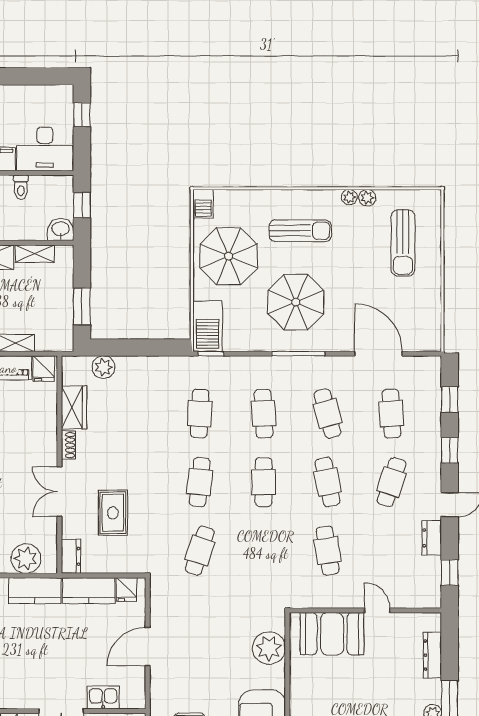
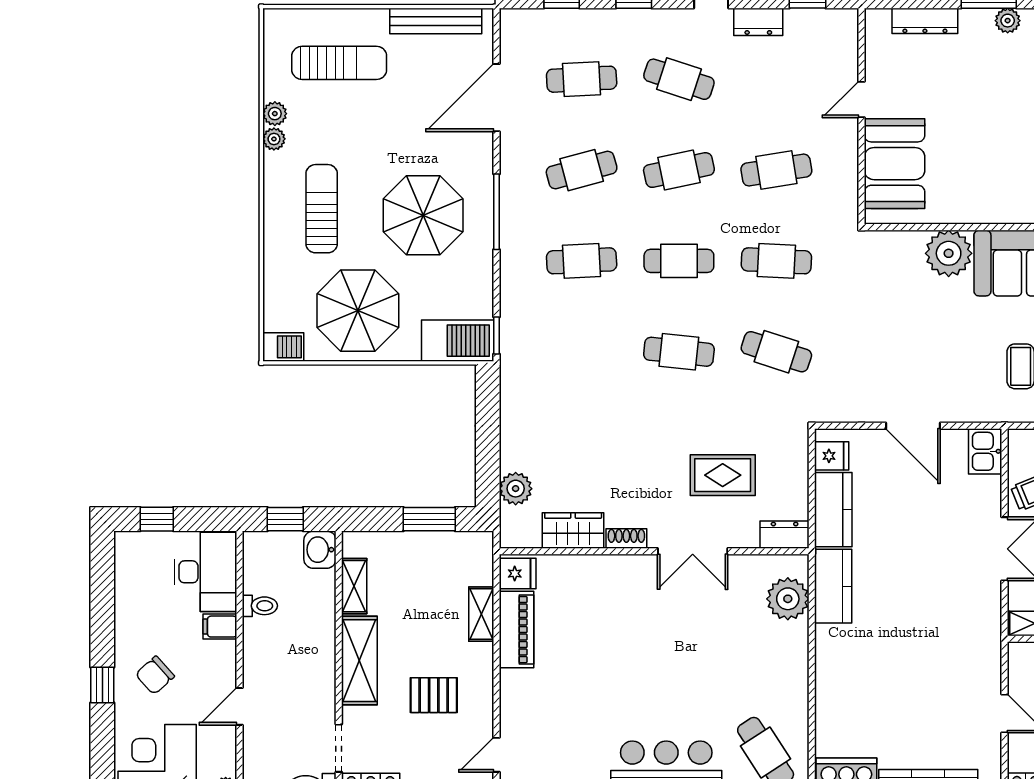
bench: (432, 311) -> (436, 21), added
cafe table: (200, 414) -> (776, 261), moved
plant: (269, 648) -> (949, 253), moved
kitchen sink: (103, 697) -> (985, 451), moved

